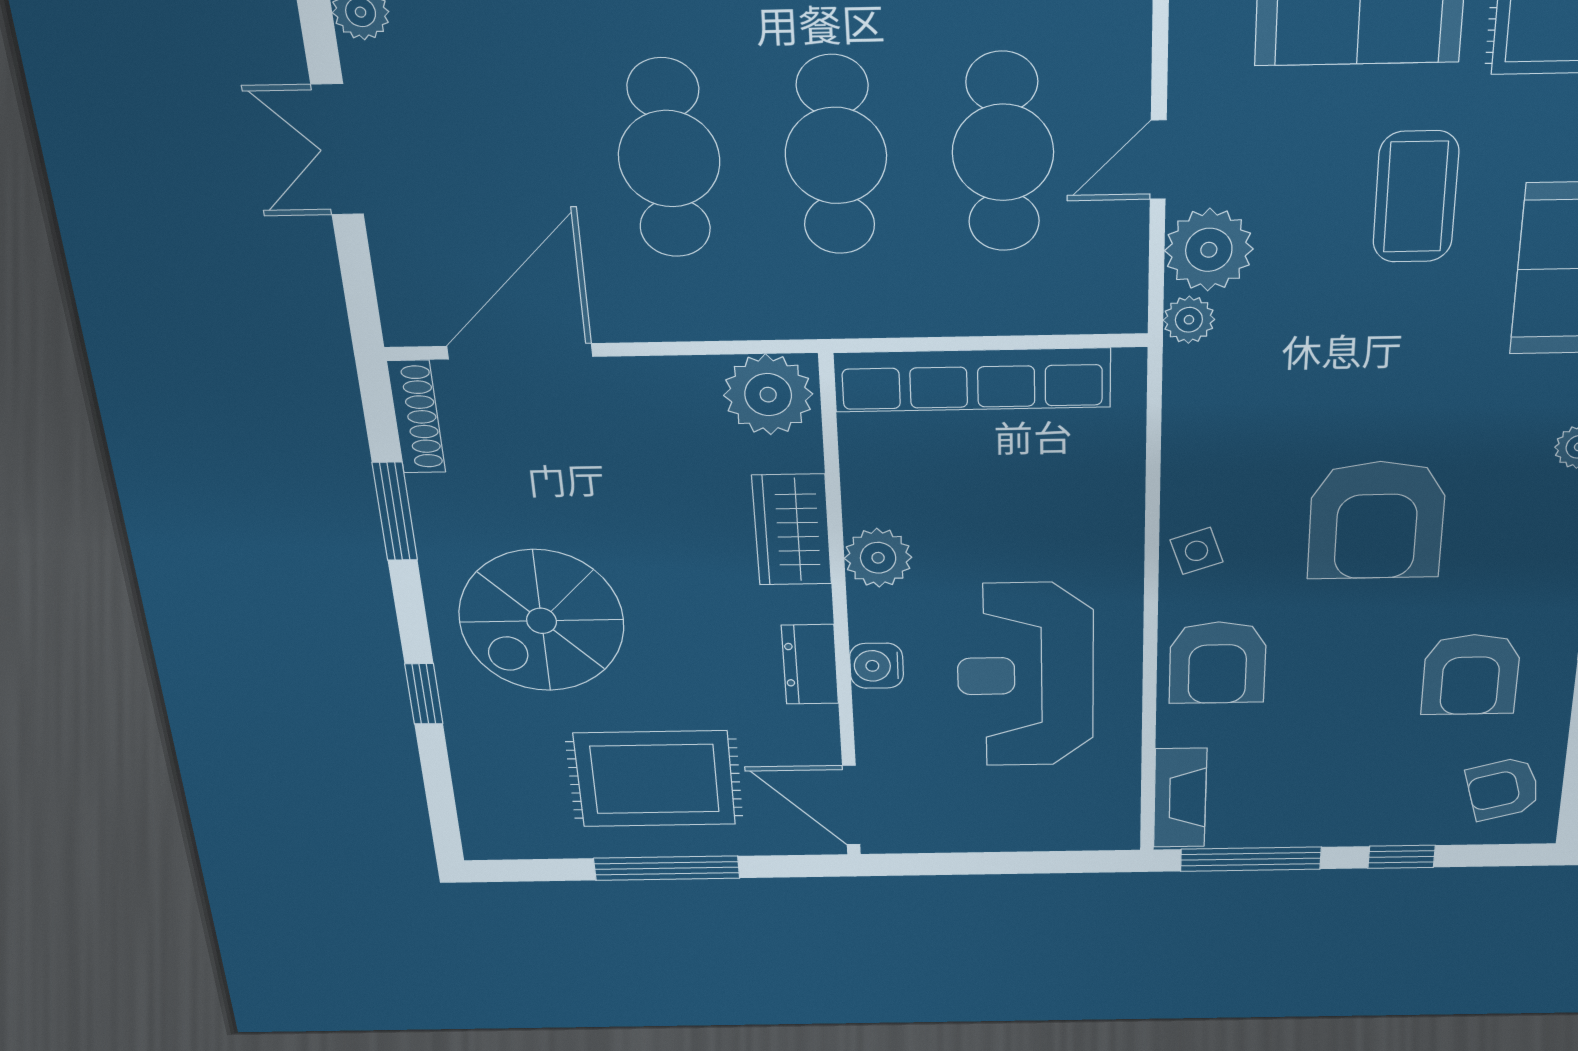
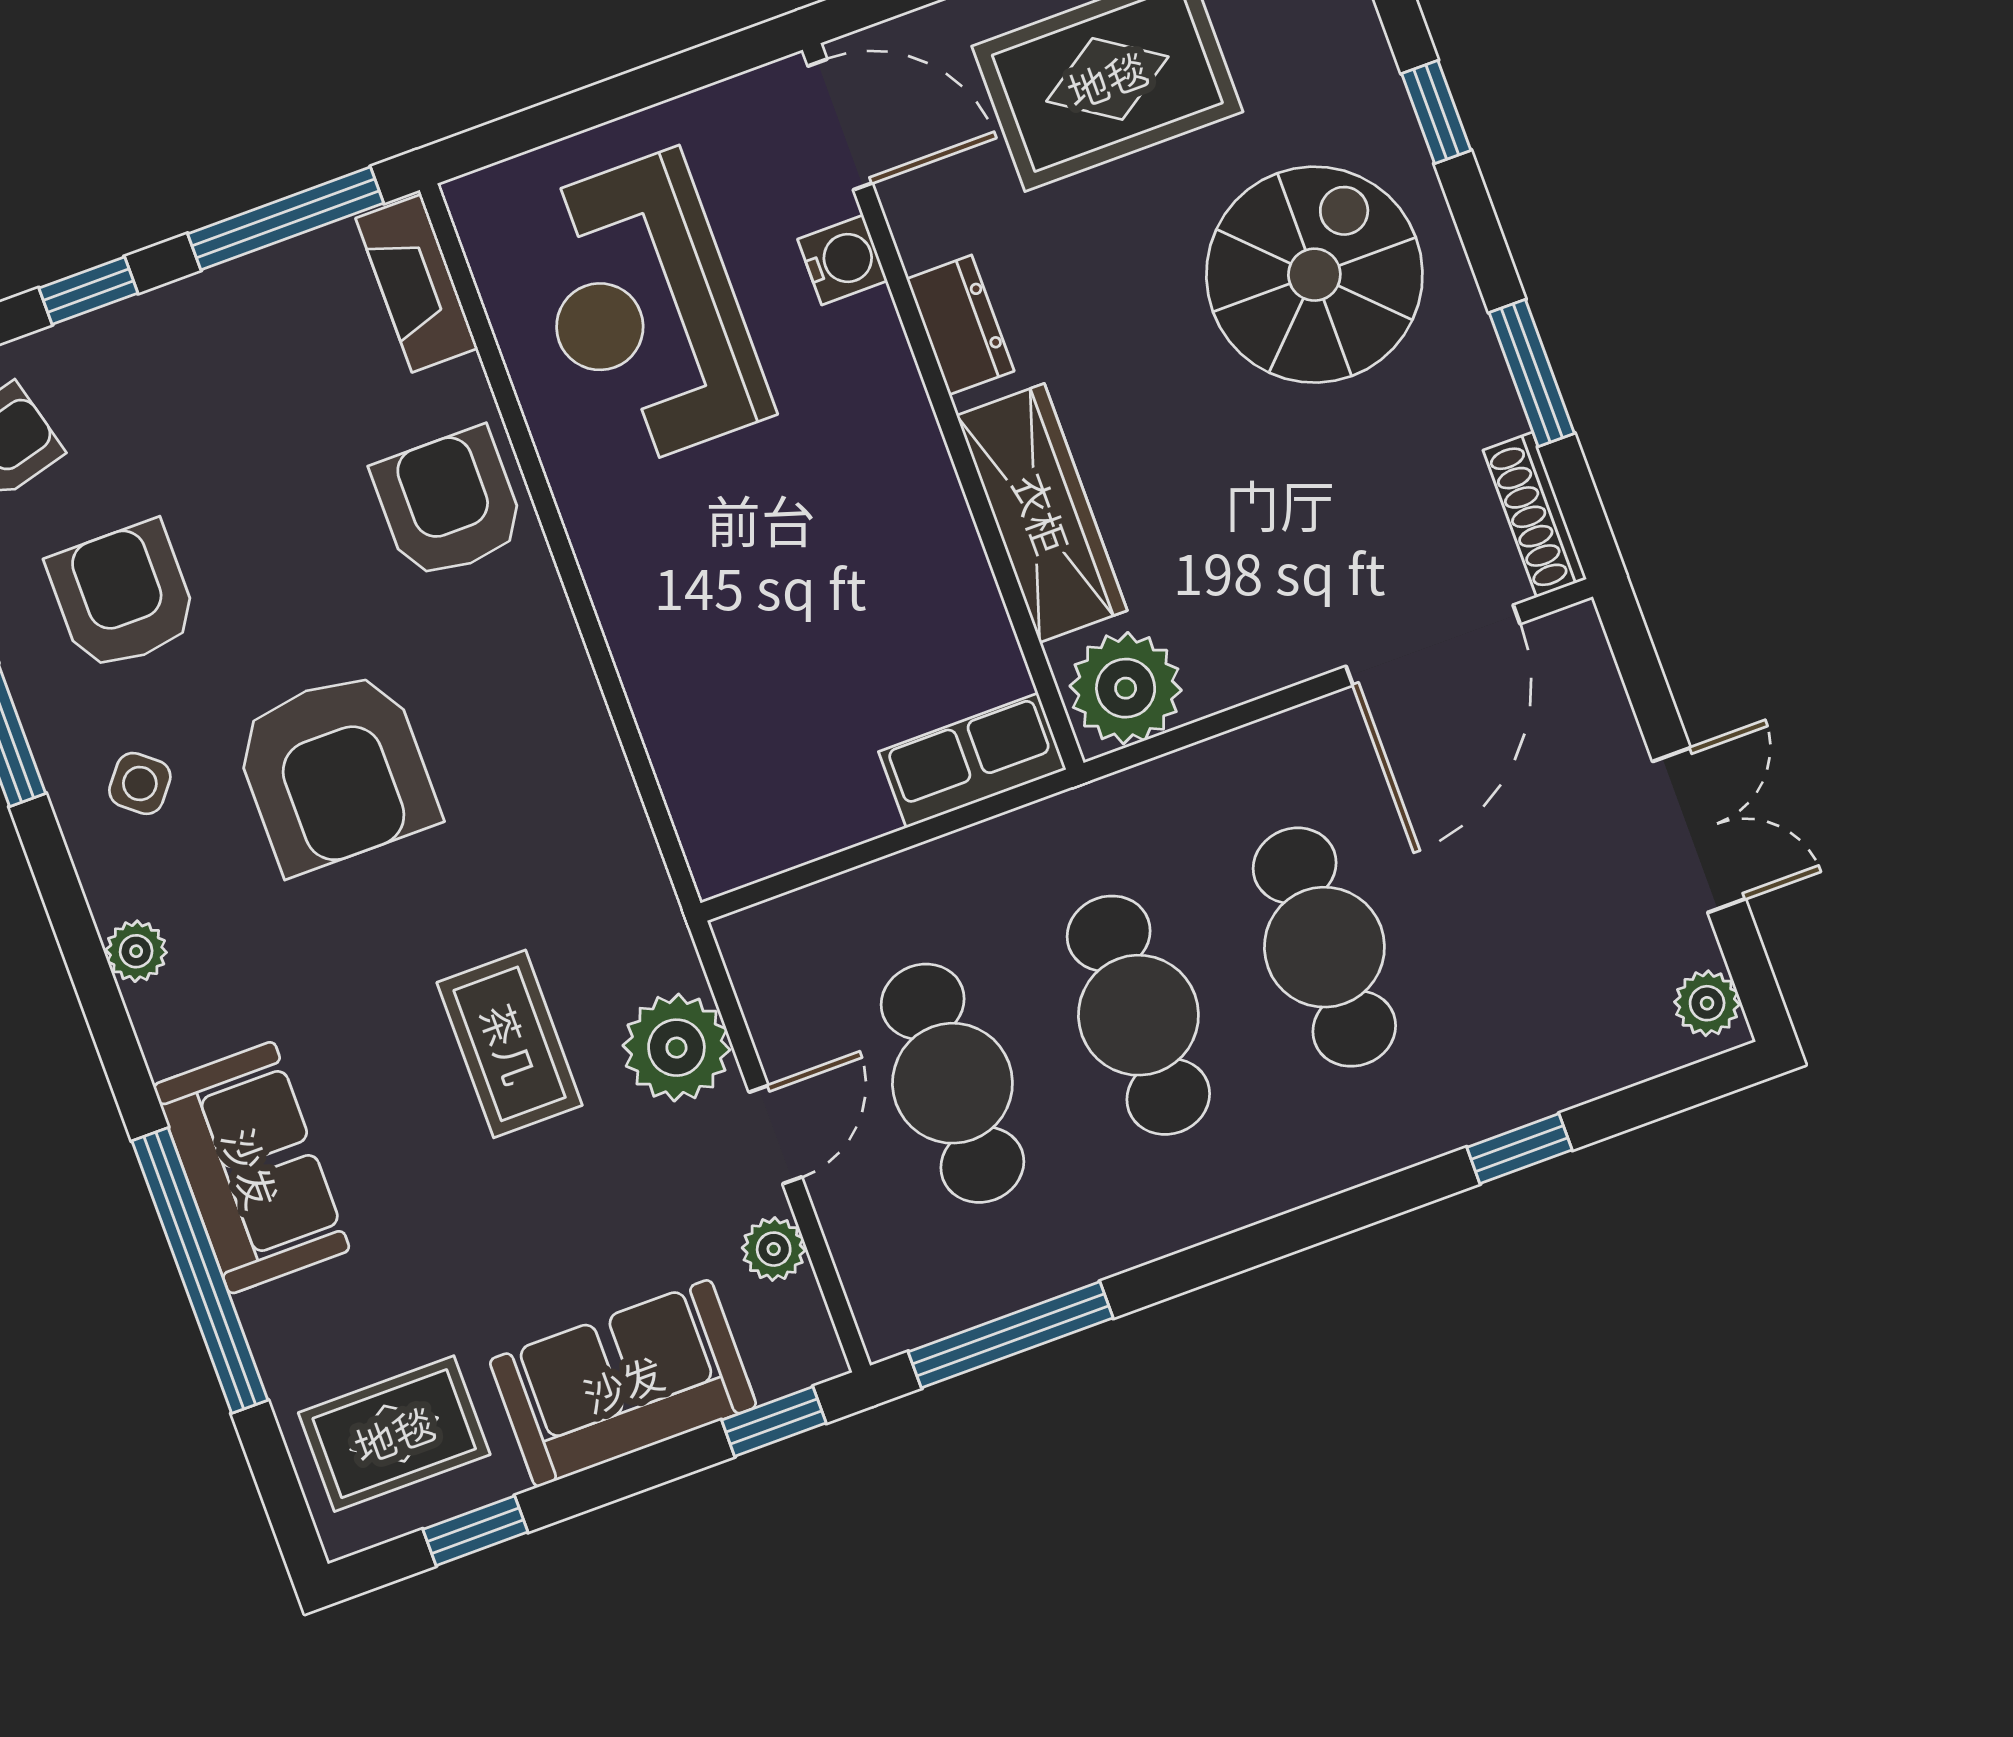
coffee table: (1416, 197) -> (510, 1044), moved
plant: (1189, 320) -> (774, 1249), moved
row of seats: (972, 380) -> (972, 760), width x0.50
armchair: (1377, 520) -> (335, 771), turned 180
wardrobe: (792, 530) -> (1042, 513), width x1.50
side table: (1197, 551) -> (140, 783), moved, turned -32
plant: (878, 558) -> (924, 510), removed
water cooler: (877, 666) -> (842, 260), moved
reception desk: (1025, 675) -> (644, 311), moved, turned 180

